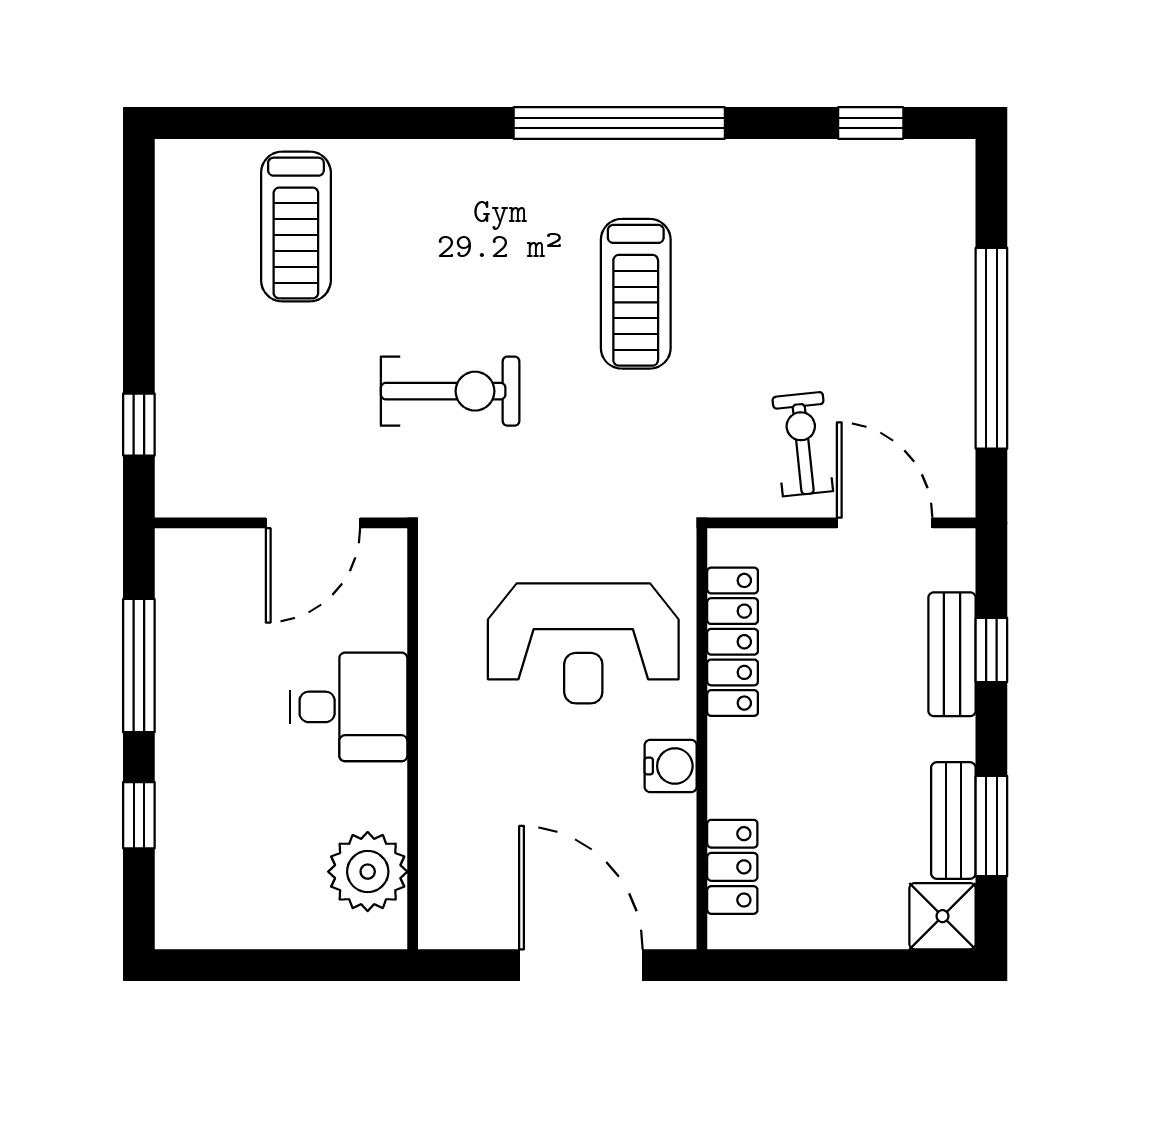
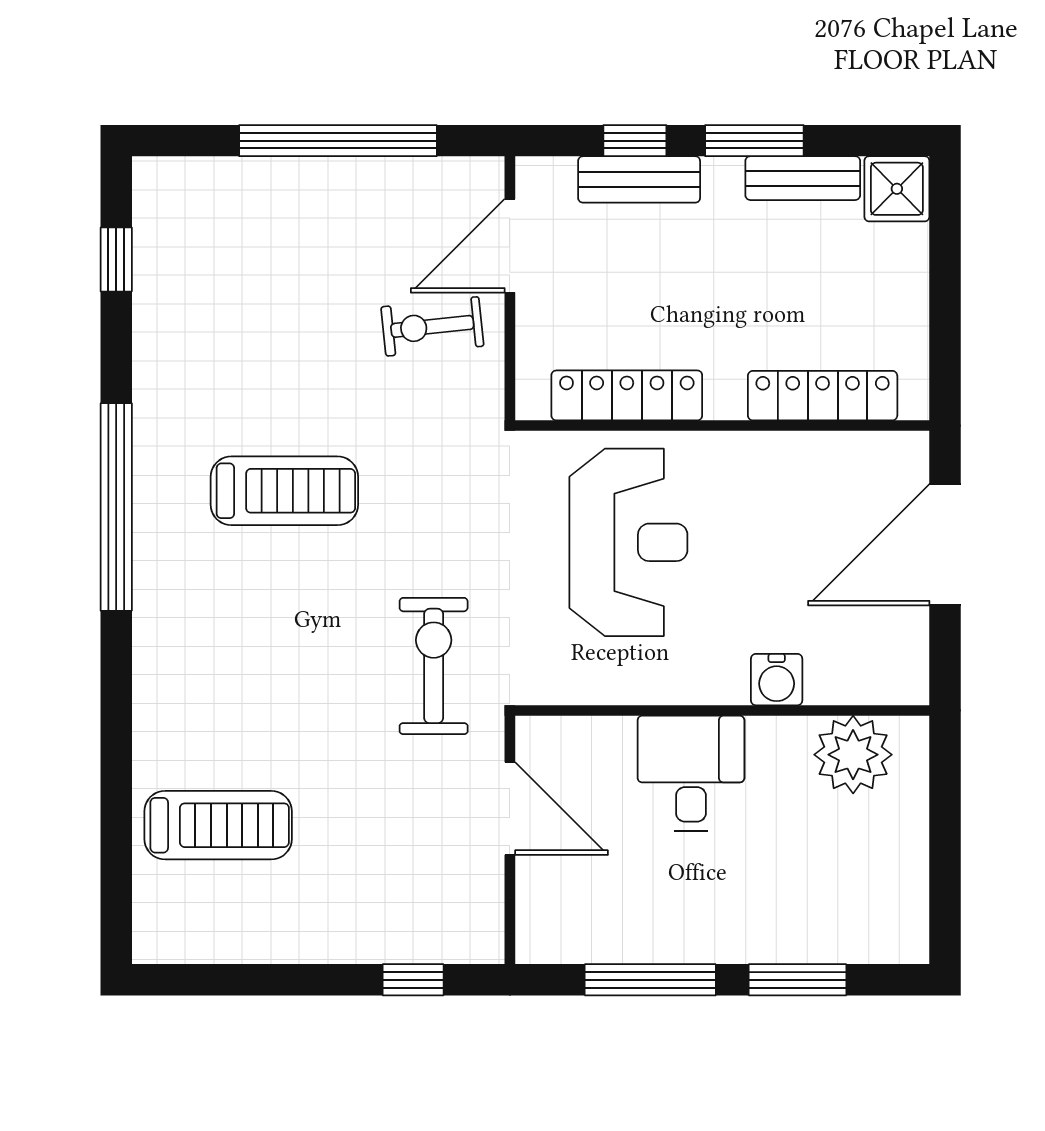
exercise bike: (450, 391) -> (434, 666), moved
water cooler: (671, 766) -> (777, 680), moved, turned 180
window: (139, 815) -> (798, 980), width x1.50
window: (991, 826) -> (754, 141), moved
locker: (732, 867) -> (823, 396), width x1.53

